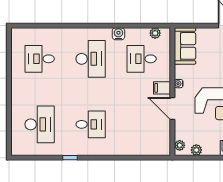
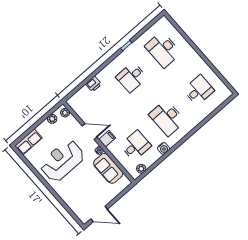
sofa: (185, 46) -> (108, 168), moved
printer: (131, 149) -> (93, 84), added

